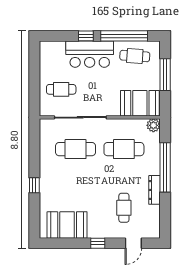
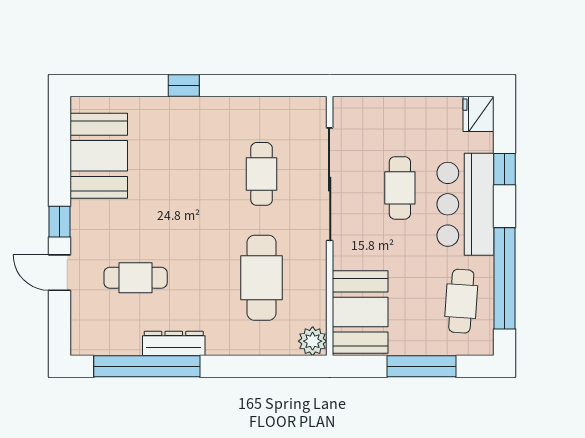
window: (86, 36) -> (504, 169), moved
fridge: (48, 48) -> (479, 114), added
cafe table: (61, 89) -> (400, 188), moved
cafe table: (76, 149) -> (262, 174), width x0.73, depth x0.74
window: (165, 167) -> (147, 366), moved
door: (133, 243) -> (59, 273), moved

